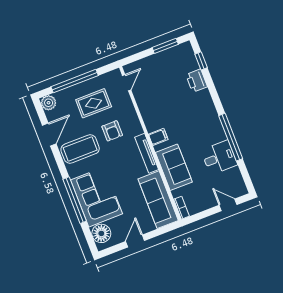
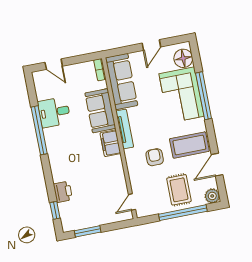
rug: (94, 103) -> (179, 190), moved, turned 90
filing cabinet: (158, 137) -> (110, 143), width x2.00

